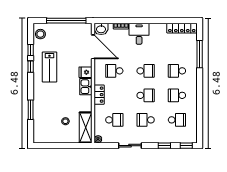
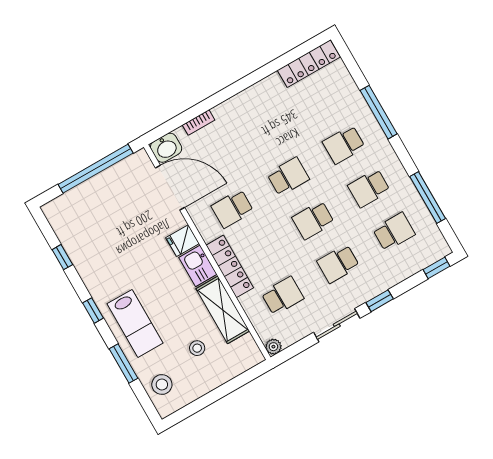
stool: (40, 34) -> (162, 385), moved
desk: (139, 34) -> (239, 117), removed
window: (200, 54) -> (379, 112), moved
window: (31, 67) -> (93, 311), moved
lab bench: (49, 67) -> (135, 323), moved
locker: (99, 95) -> (230, 266), width x1.53
school desk: (146, 95) -> (313, 220), turned 180
window: (200, 114) -> (428, 198), added
shelving: (86, 128) -> (223, 310), moved
window: (164, 146) -> (380, 301), moved

